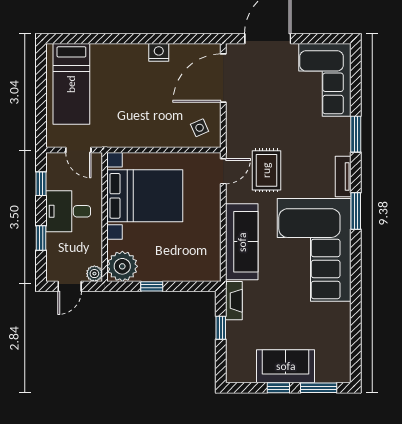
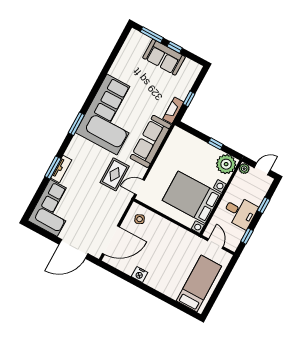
tv unit: (343, 176) -> (61, 169), moved

